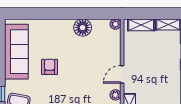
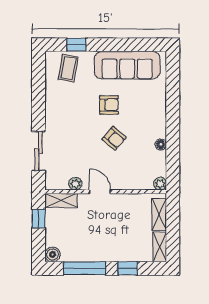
floor lamp: (83, 28) -> (161, 144), width x0.53, depth x0.53
armchair: (77, 62) -> (114, 138), added

